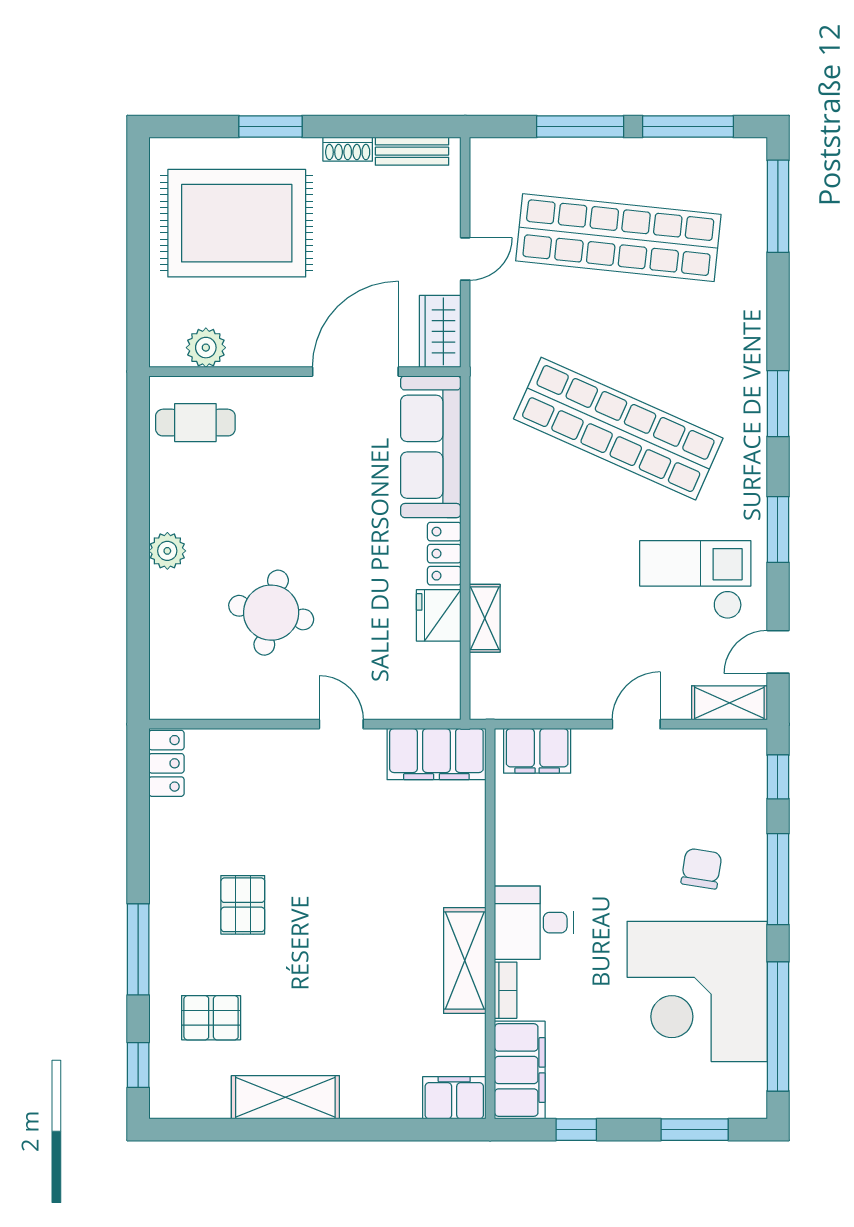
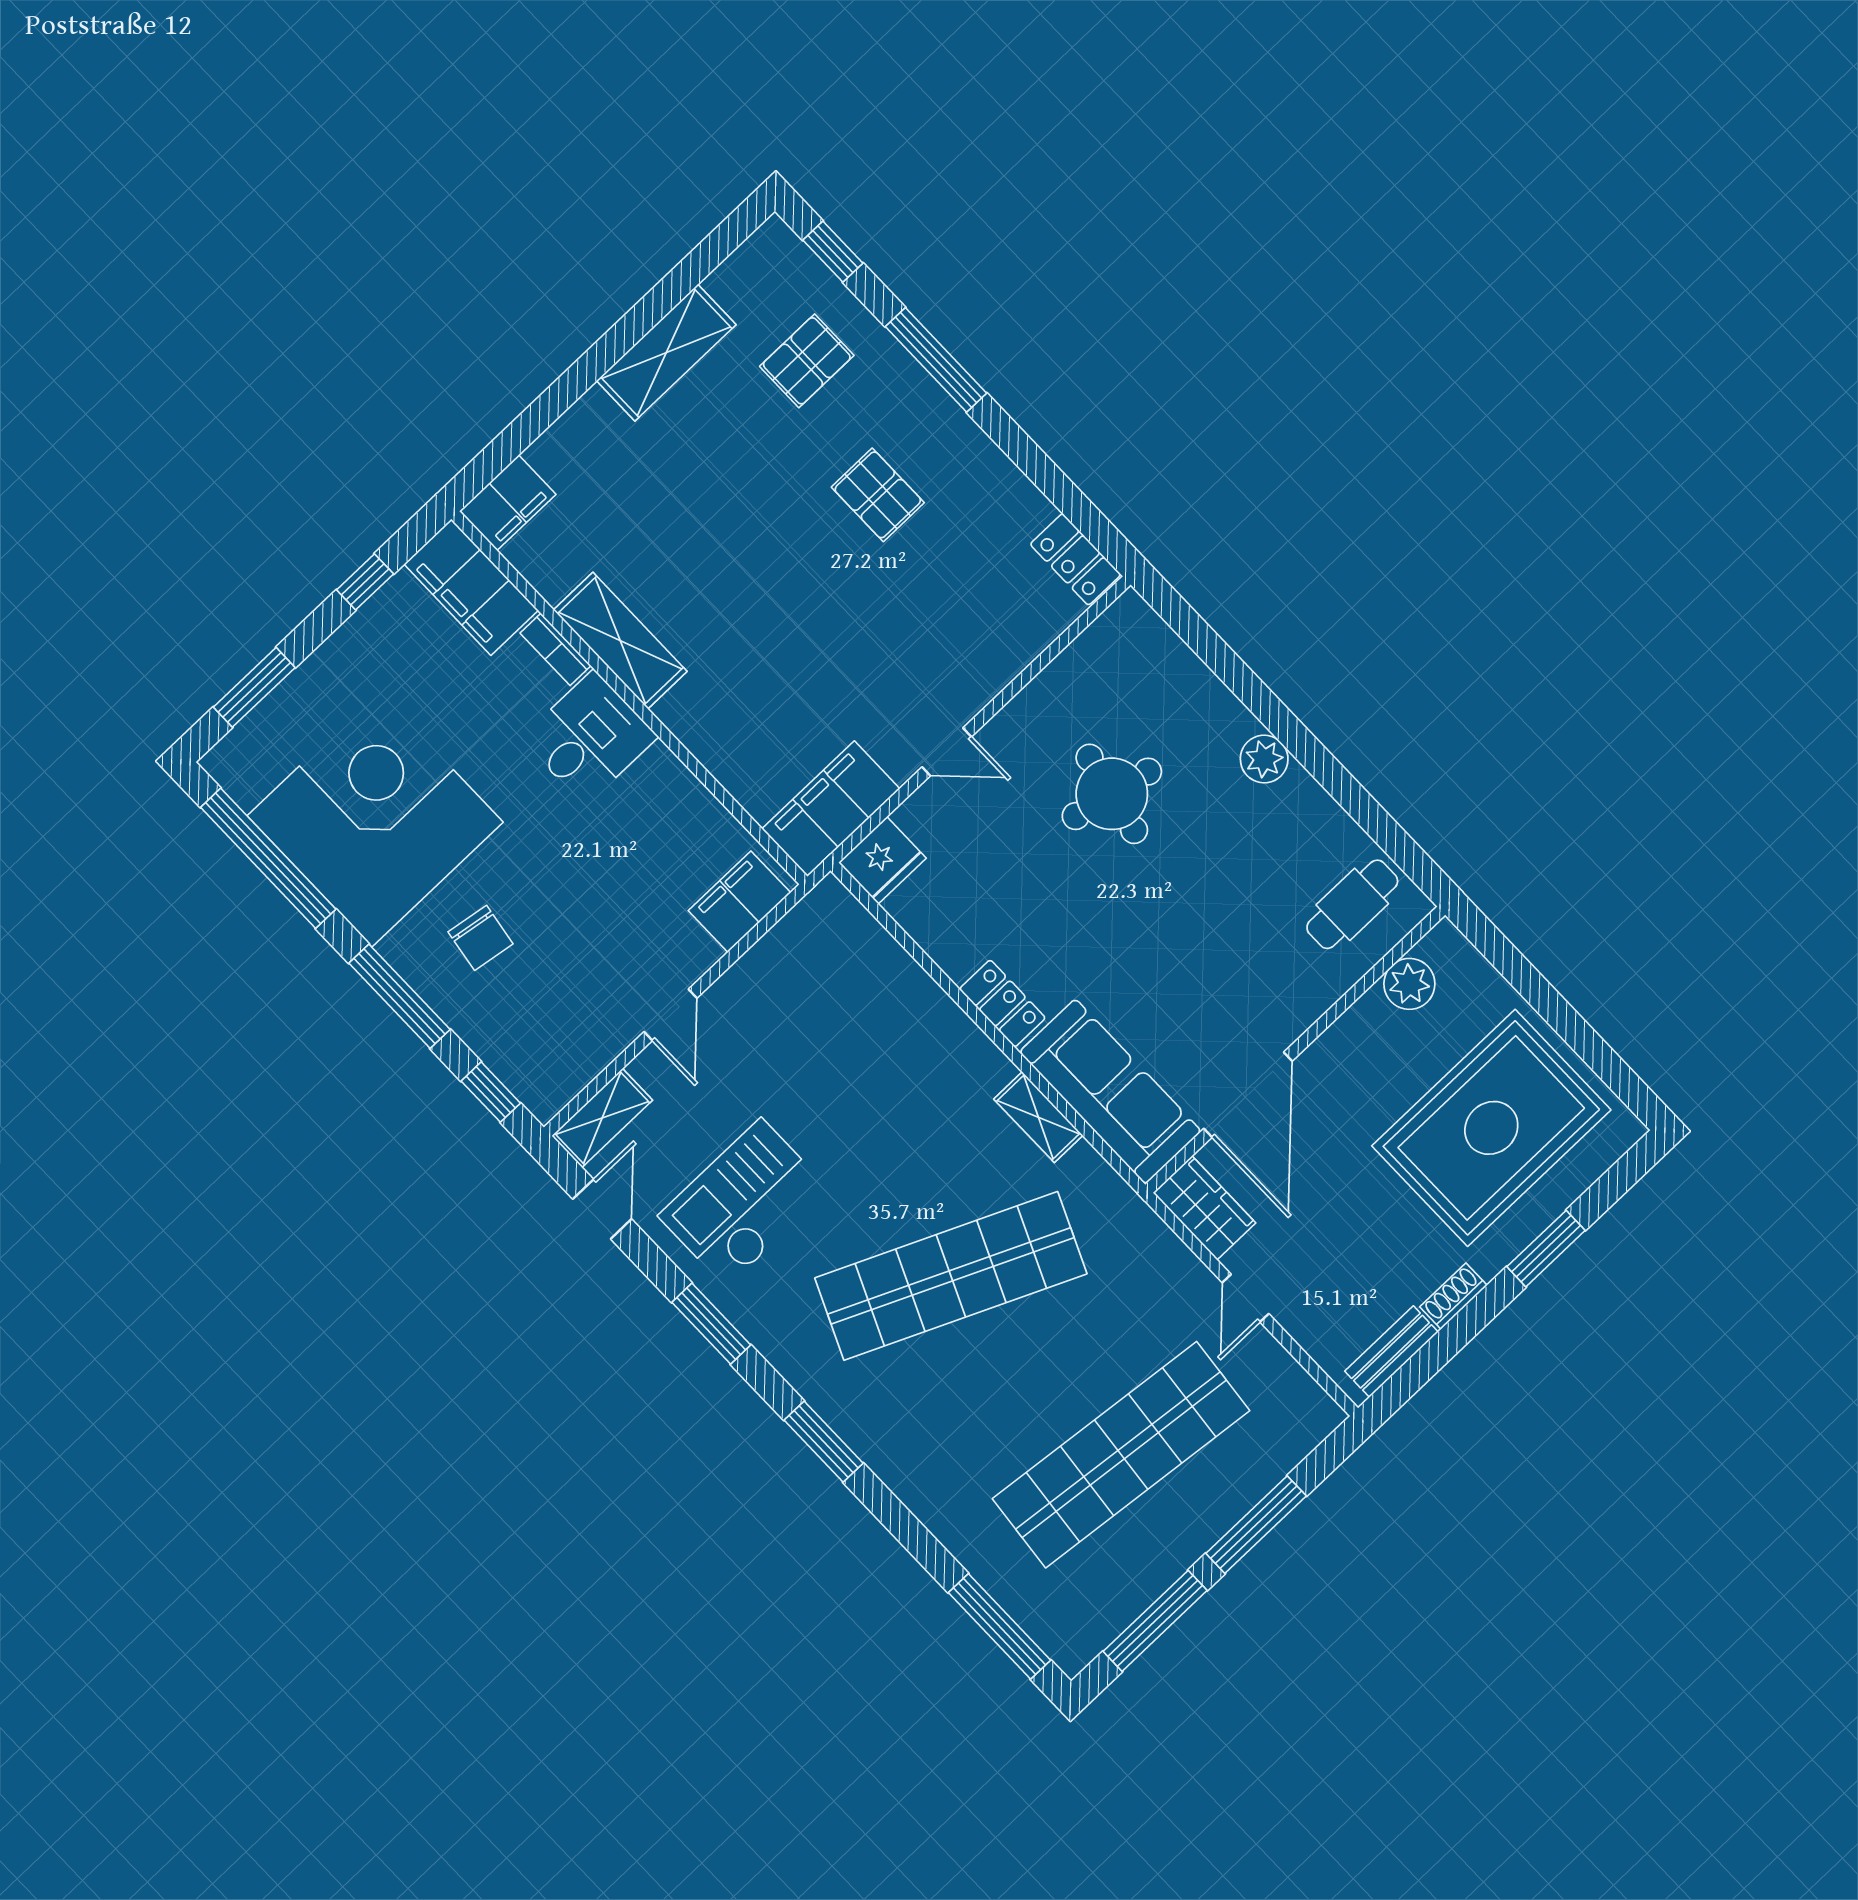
checkout: (695, 580) -> (744, 1203), turned 180
fridge: (439, 615) -> (882, 860), moved, turned 90
shelving: (485, 618) -> (1038, 1117), moved

